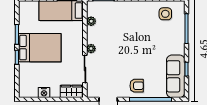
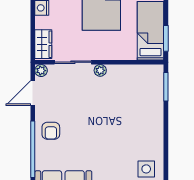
plant: (91, 21) -> (41, 71), moved

